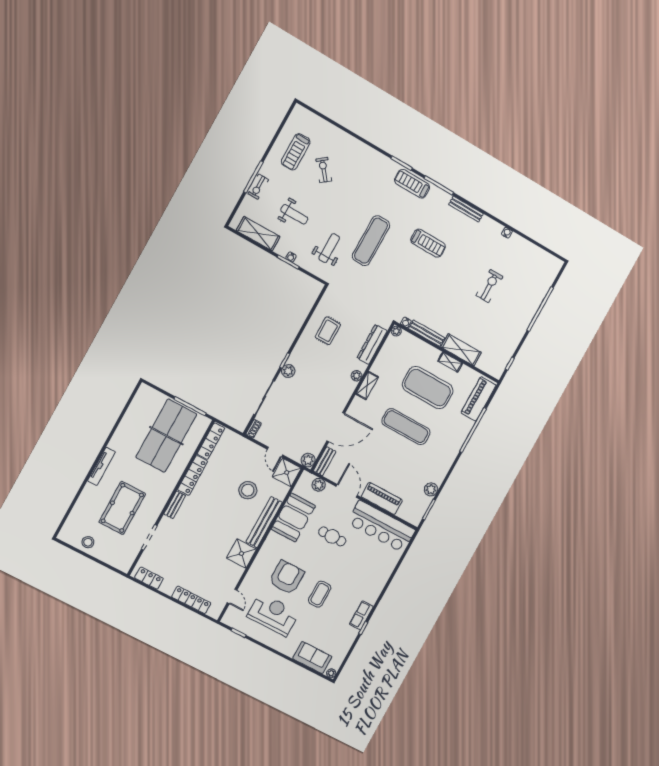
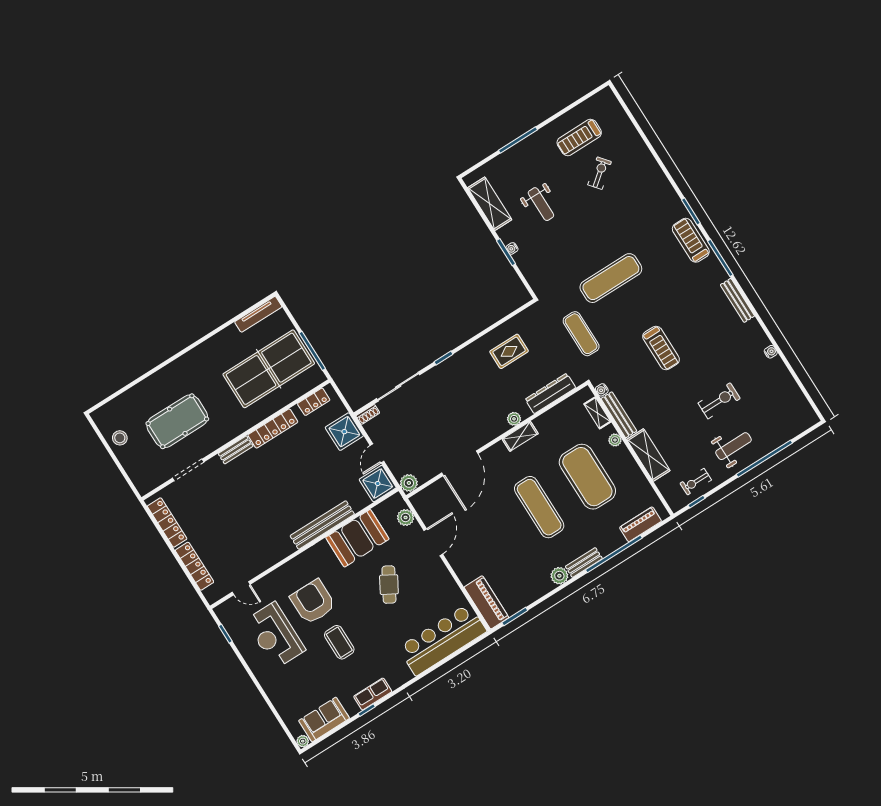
exercise bike: (258, 187) -> (696, 482), moved
treadmill: (428, 243) -> (661, 348), moved
weight bench: (329, 248) -> (734, 446), moved
exercise mat: (371, 291) -> (581, 334), added
plant: (396, 331) -> (615, 440), moved
shelving: (450, 362) -> (597, 413), moved
plant: (288, 371) -> (441, 372), removed
piano: (479, 399) -> (640, 524), width x0.73, depth x0.75
door: (336, 427) -> (460, 463), hinge flipped
locker: (211, 441) -> (314, 402), width x0.66
bench: (325, 461) -> (584, 562), moved
tv unit: (102, 466) -> (258, 314), moved
plant: (431, 489) -> (559, 576), moved
stool: (248, 490) -> (324, 479), removed
piano: (382, 498) -> (486, 602), moved
bar counter: (381, 526) -> (442, 640), moved, turned 90
cafe table: (332, 536) -> (389, 585), turned 30
shower: (242, 554) -> (344, 432), moved
armchair: (287, 577) -> (313, 602), turned -90
locker: (149, 578) -> (167, 522), width x1.53
coffee table: (320, 594) -> (339, 642), turned 90
door: (232, 596) -> (241, 588), hinge flipped
reception desk: (273, 614) -> (275, 635), turned 180
sofa: (312, 658) -> (324, 720), moved, turned -90

